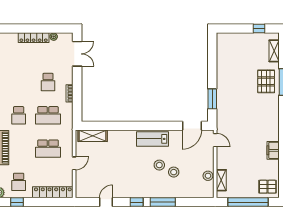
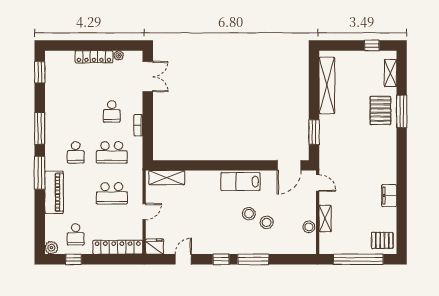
shelving: (223, 61) -> (327, 85), added
shelving: (221, 180) -> (325, 218), moved
fridge: (83, 192) -> (155, 247), added

